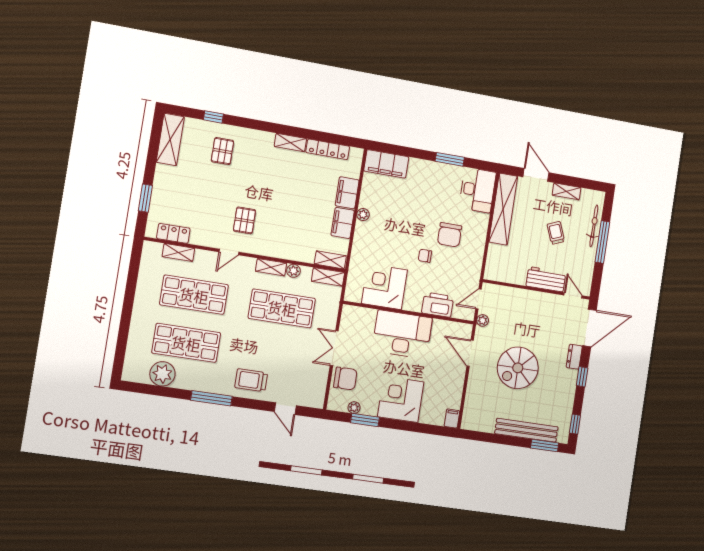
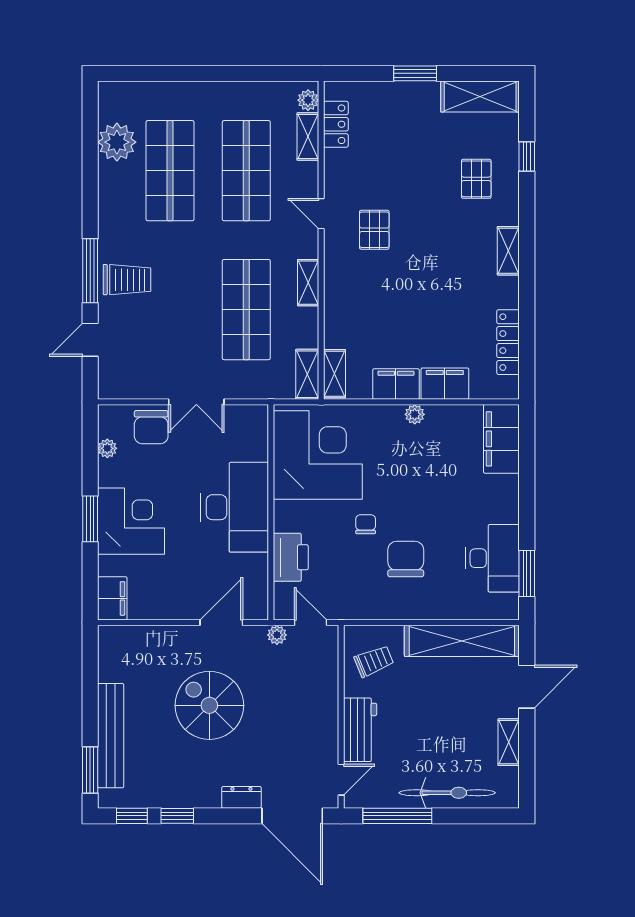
shelving: (290, 143) -> (508, 251), moved
pallet: (222, 151) -> (476, 179), turned 90
window: (450, 159) -> (527, 573), moved
desk: (478, 190) -> (493, 558), moved, turned -90
window: (145, 198) -> (415, 73), moved
pallet: (244, 220) -> (374, 230), turned 90
bicycle: (594, 226) -> (447, 793), width x1.37, depth x1.40
trolley: (556, 233) -> (374, 661), moved
chair: (450, 235) -> (406, 559), turned 90
window: (602, 242) -> (397, 816), moved
plant: (293, 271) -> (308, 100), moved
corner desk: (384, 287) -> (318, 455), width x1.36, depth x1.36
double door: (334, 348) -> (196, 402), swing flipped
window: (582, 377) -> (177, 816), moved
trolley: (251, 380) -> (127, 280), turned 90
window: (211, 398) -> (90, 271), moved
filing cabinet: (452, 418) -> (112, 598), width x2.00
window: (365, 420) -> (90, 519), moved

